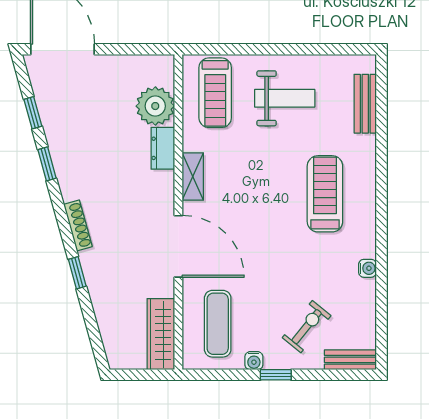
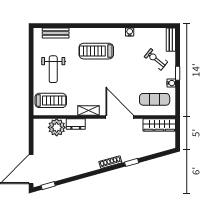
weight bench: (285, 98) -> (53, 69), turned 180
window: (33, 113) -> (48, 186), moved
window: (47, 164) -> (83, 176), removed
door: (178, 246) -> (120, 117), hinge flipped

